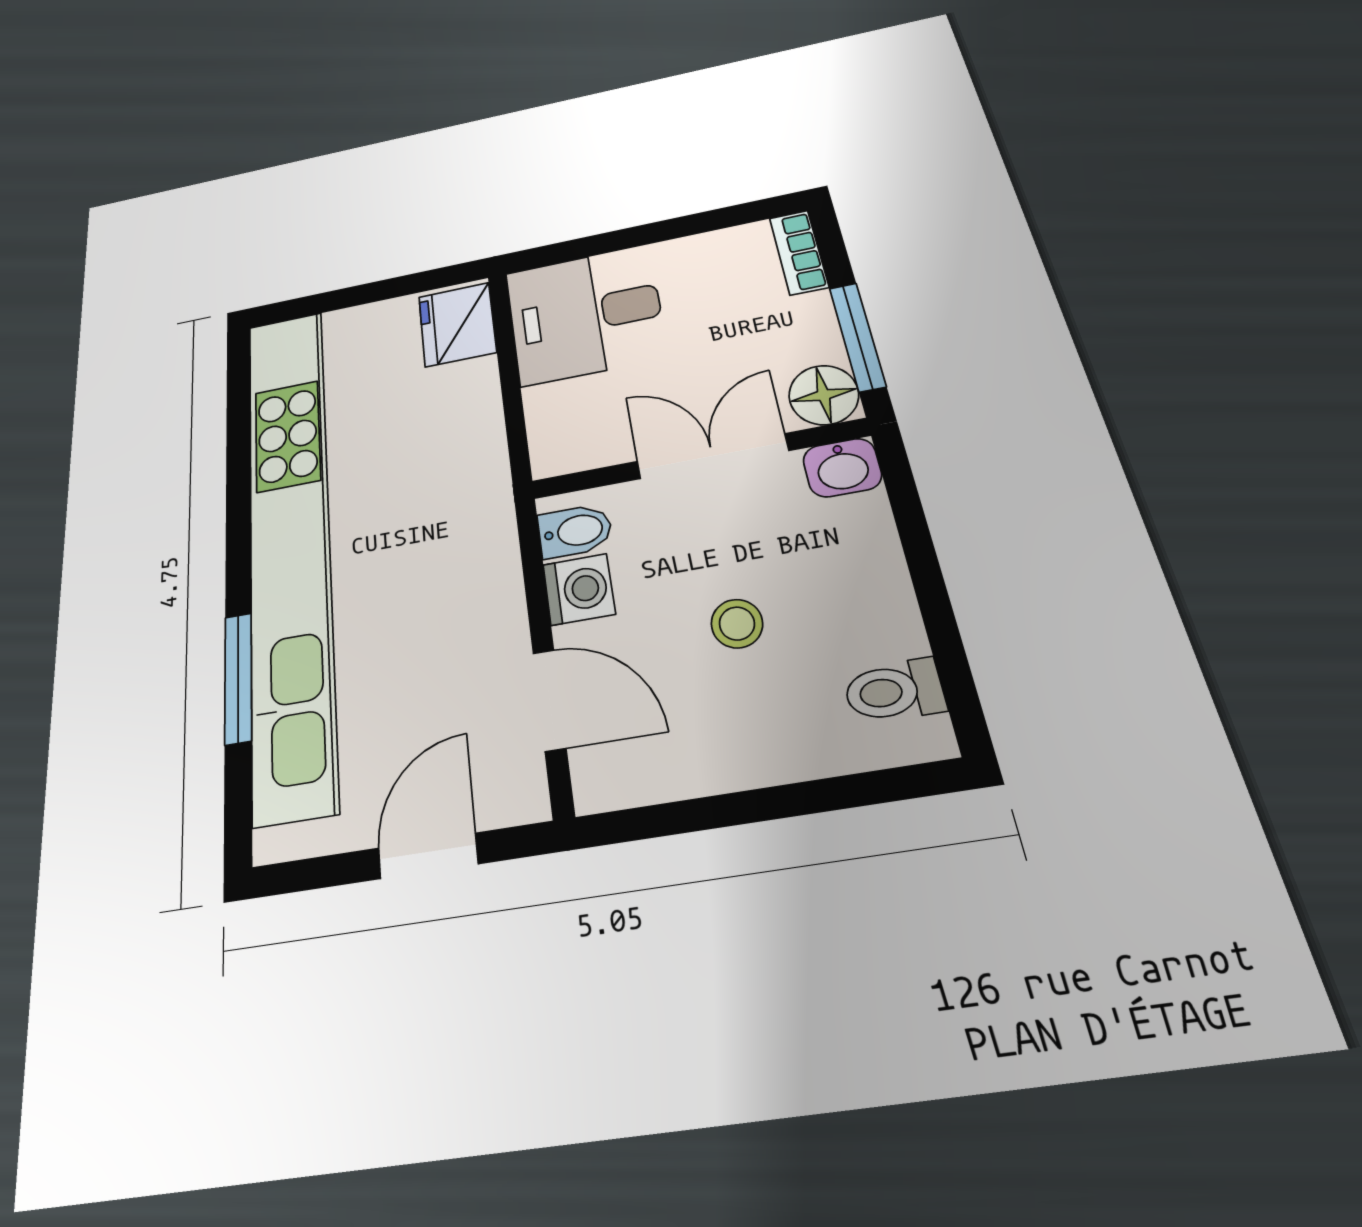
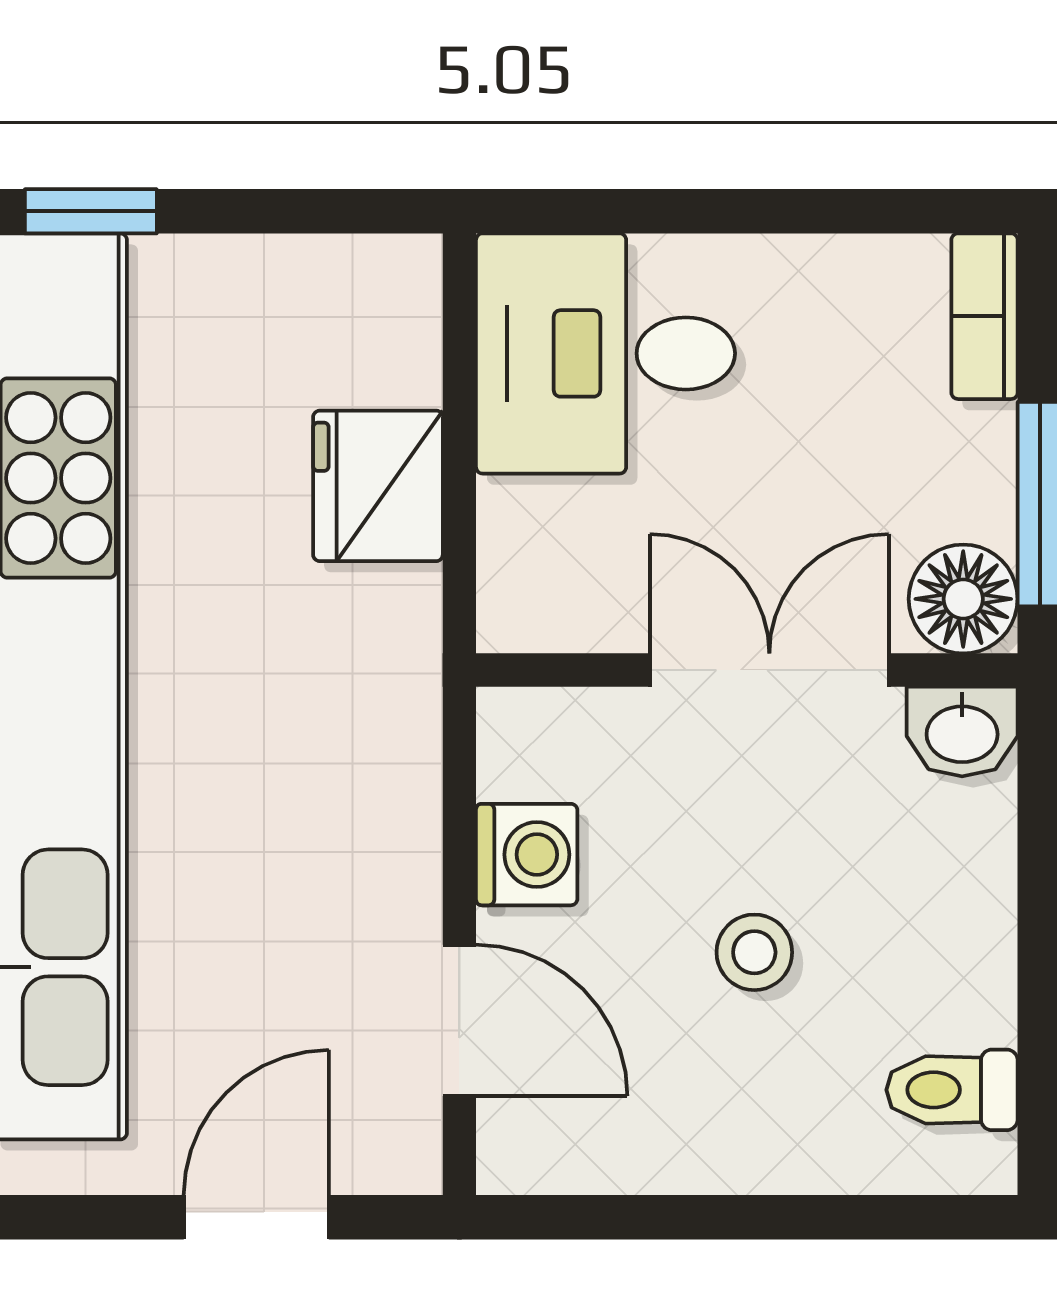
window: (302, 307) -> (91, 211), added
fridge: (457, 324) -> (378, 486), moved
bidet: (575, 531) -> (534, 756), removed

